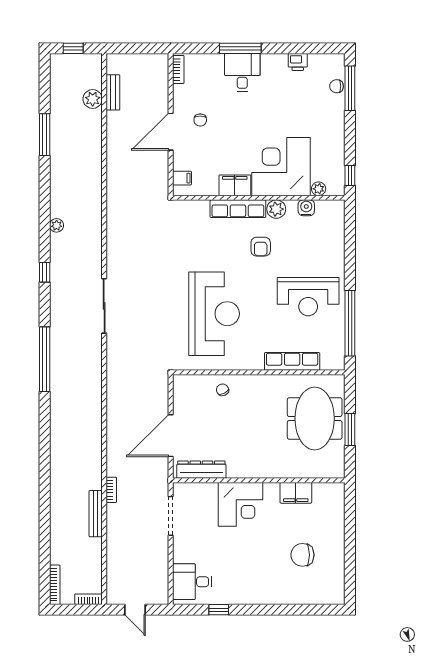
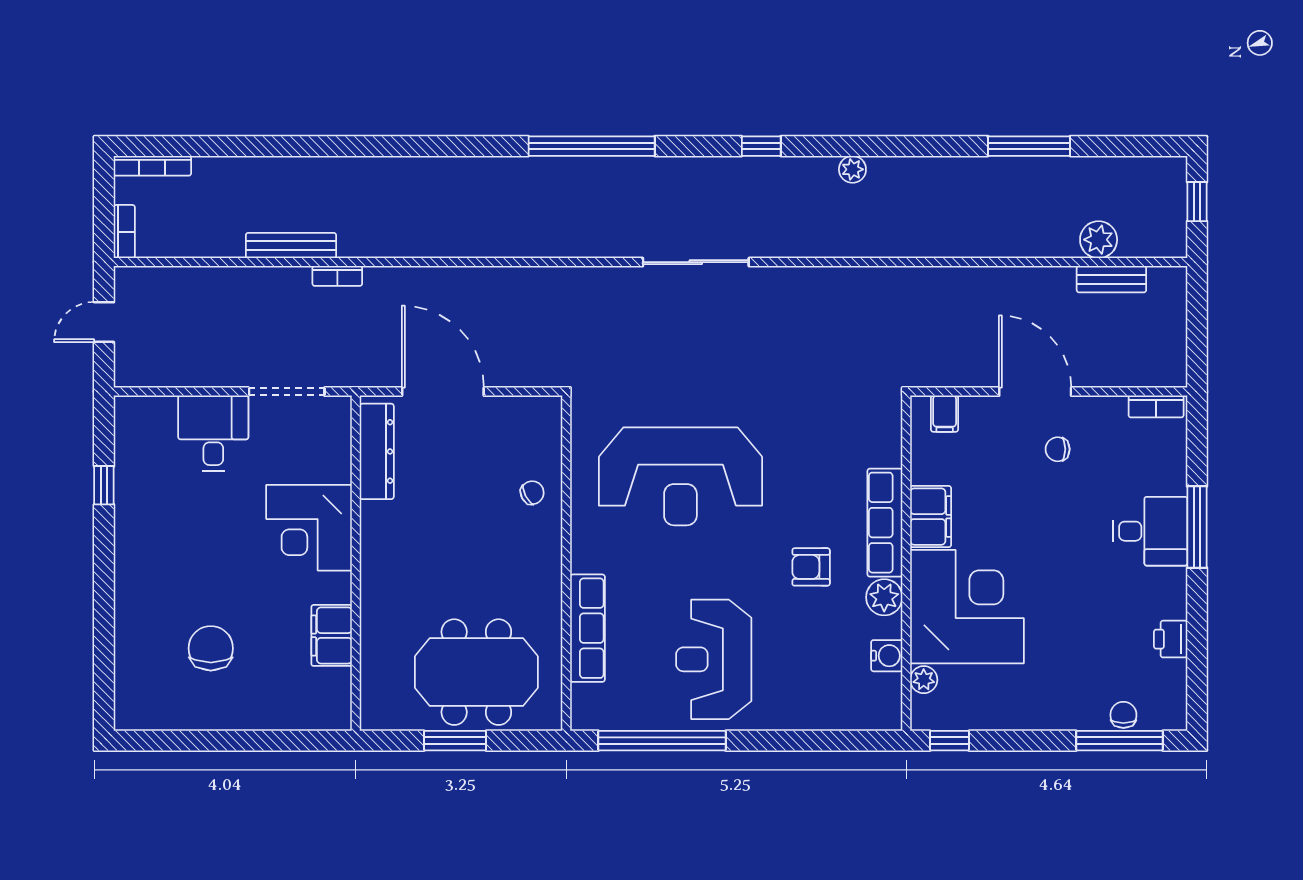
desk: (192, 582) -> (213, 433), moved

